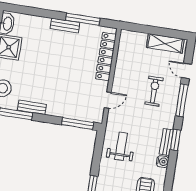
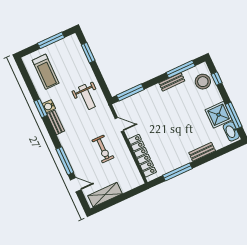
bench: (65, 26) -> (202, 152), moved
exercise bike: (154, 91) -> (103, 149), moved
door: (108, 100) -> (119, 125), swing flipped
window: (175, 140) -> (41, 108), moved

